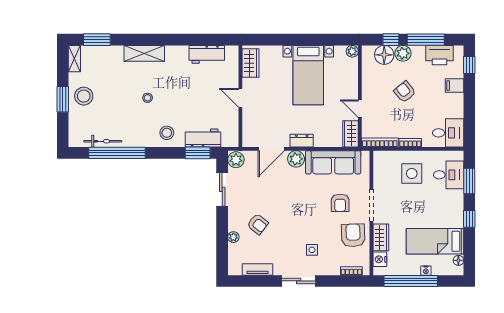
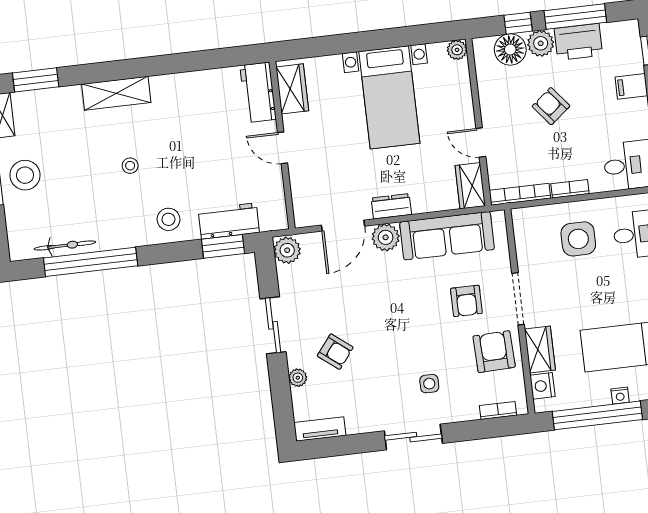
workbench: (207, 54) -> (258, 92), moved, turned 90
printer: (439, 55) -> (578, 42), moved
sliding door: (222, 189) -> (273, 325), moved
tv unit: (257, 269) -> (320, 429), moved

